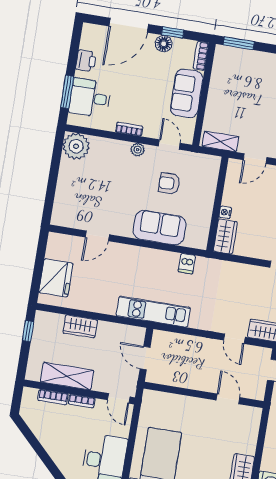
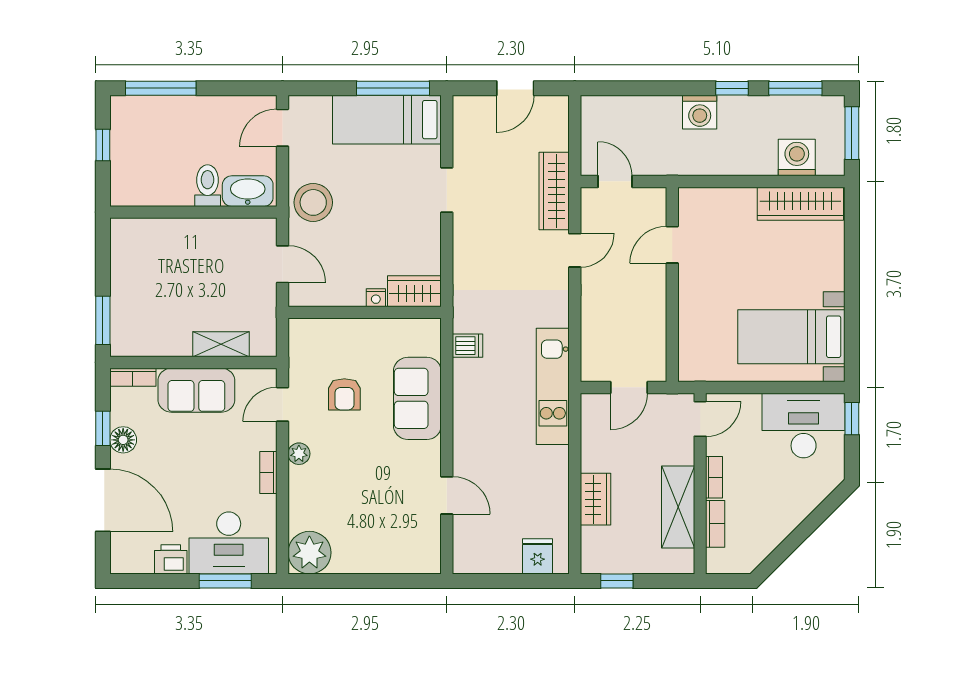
desk: (90, 98) -> (229, 543), width x1.37
shelving: (220, 141) -> (221, 344), moved, turned 90
fridge: (56, 278) -> (538, 556), width x0.53, depth x0.75

